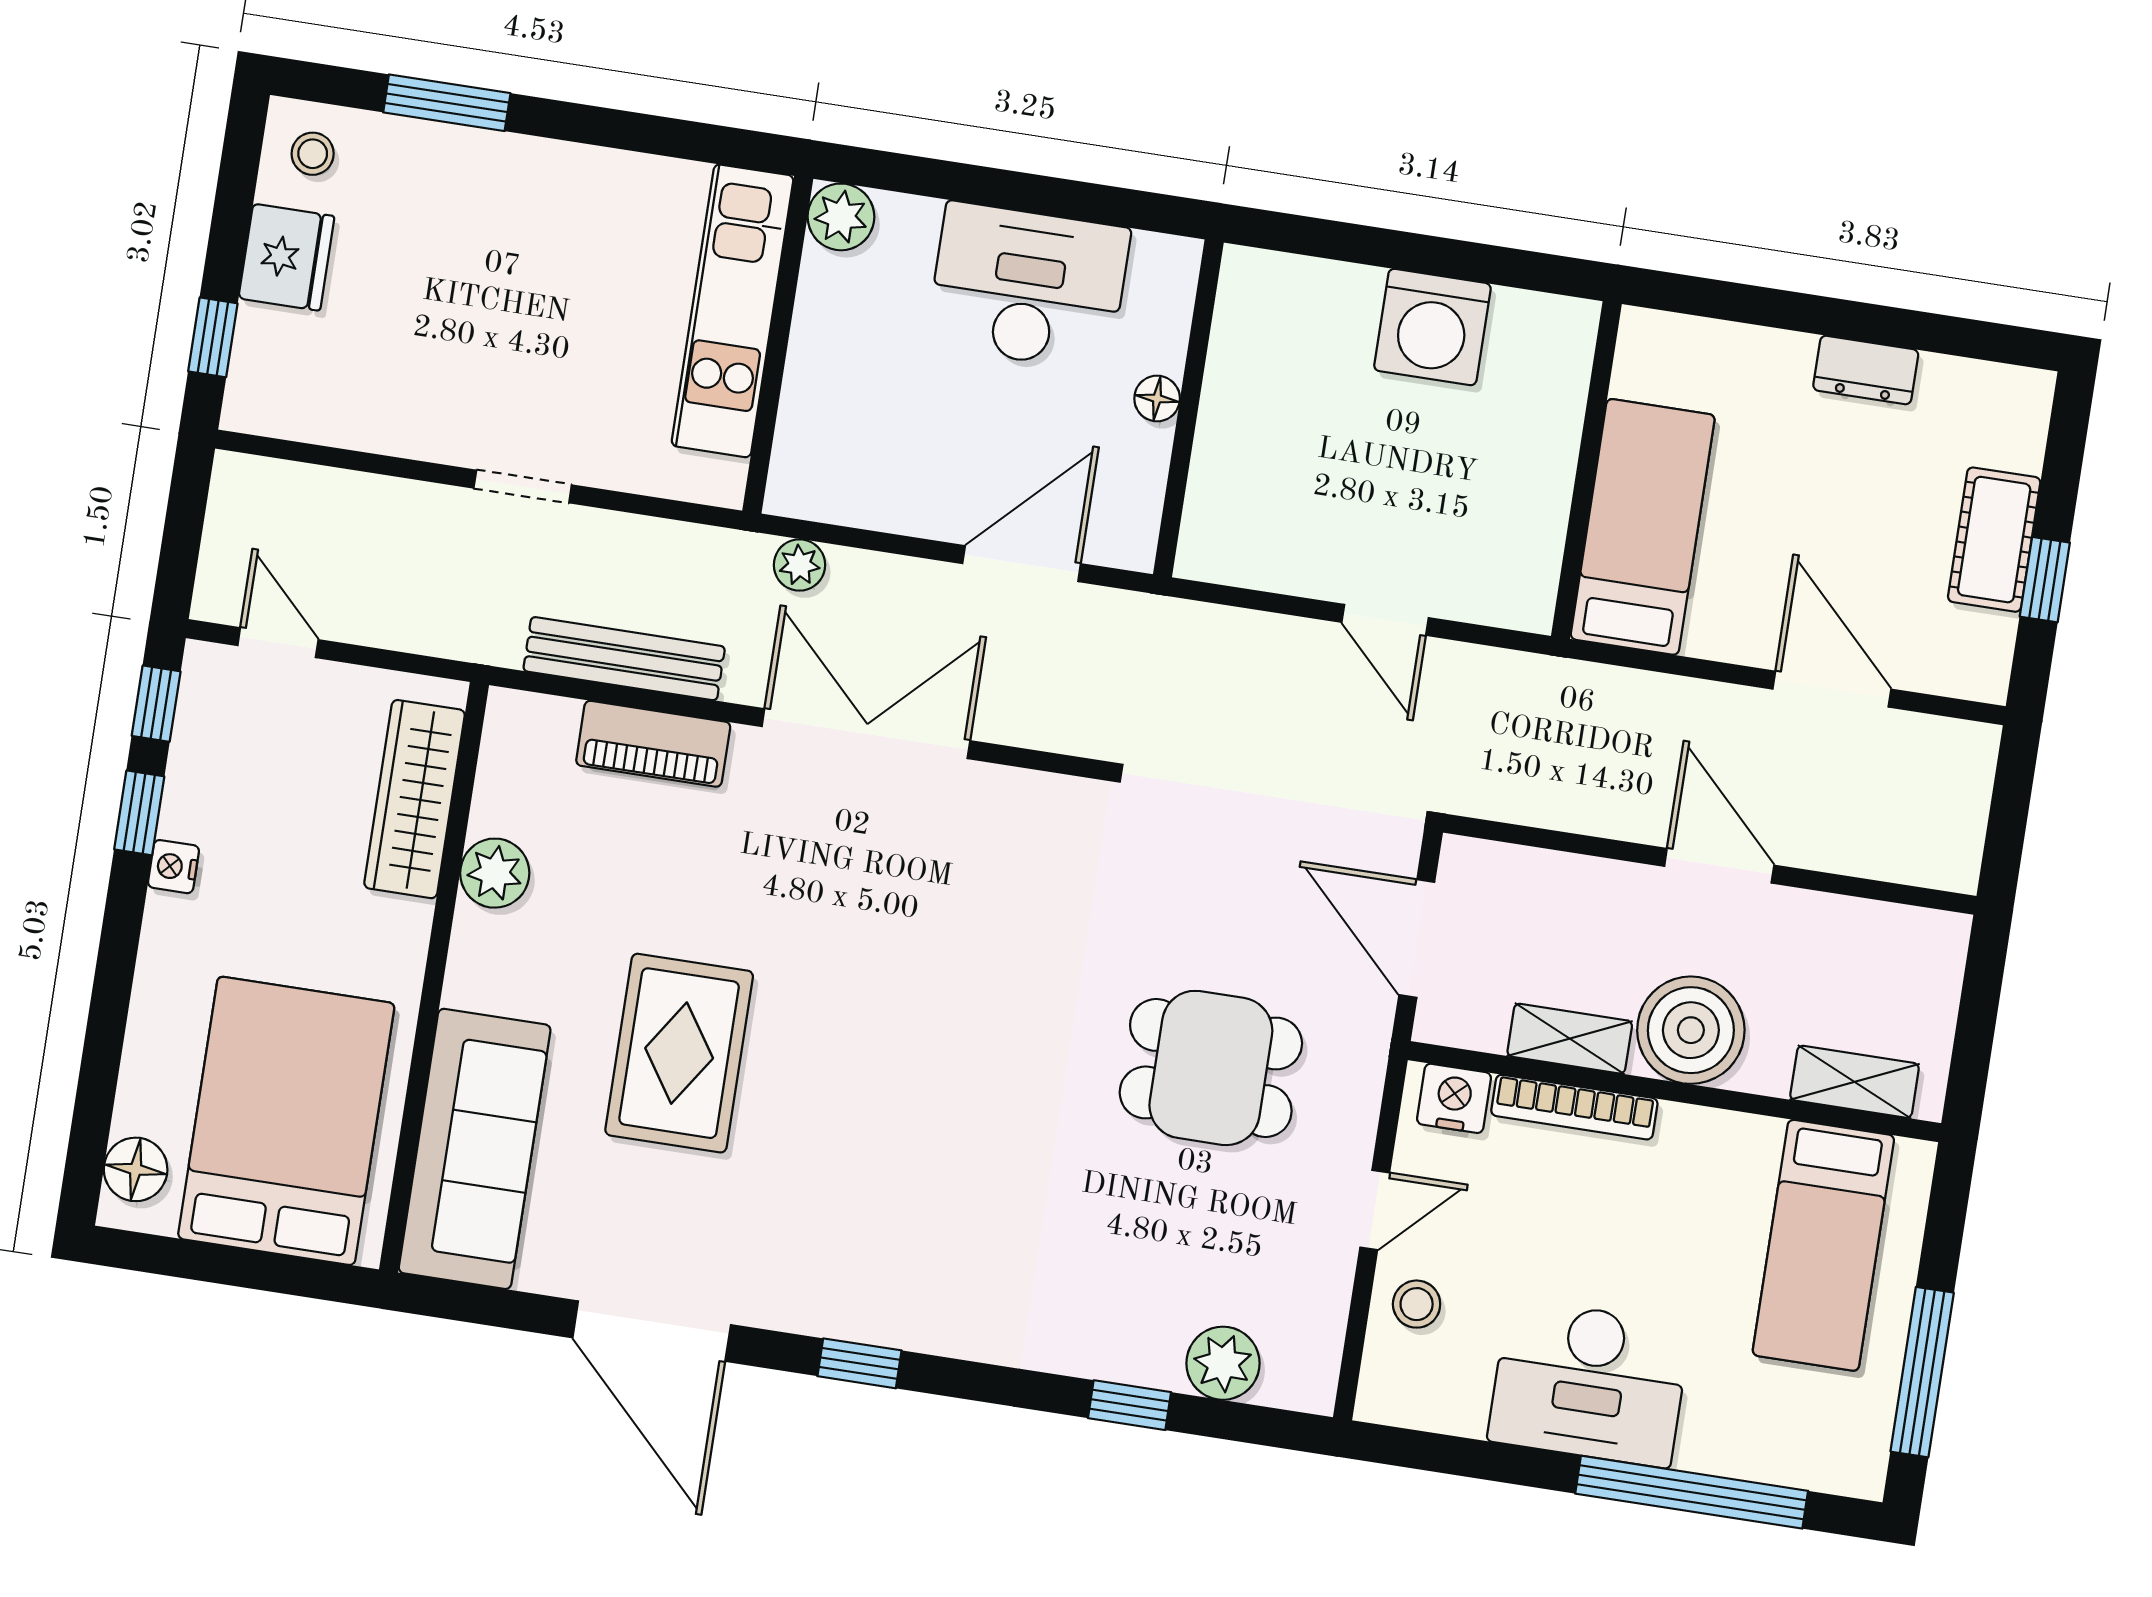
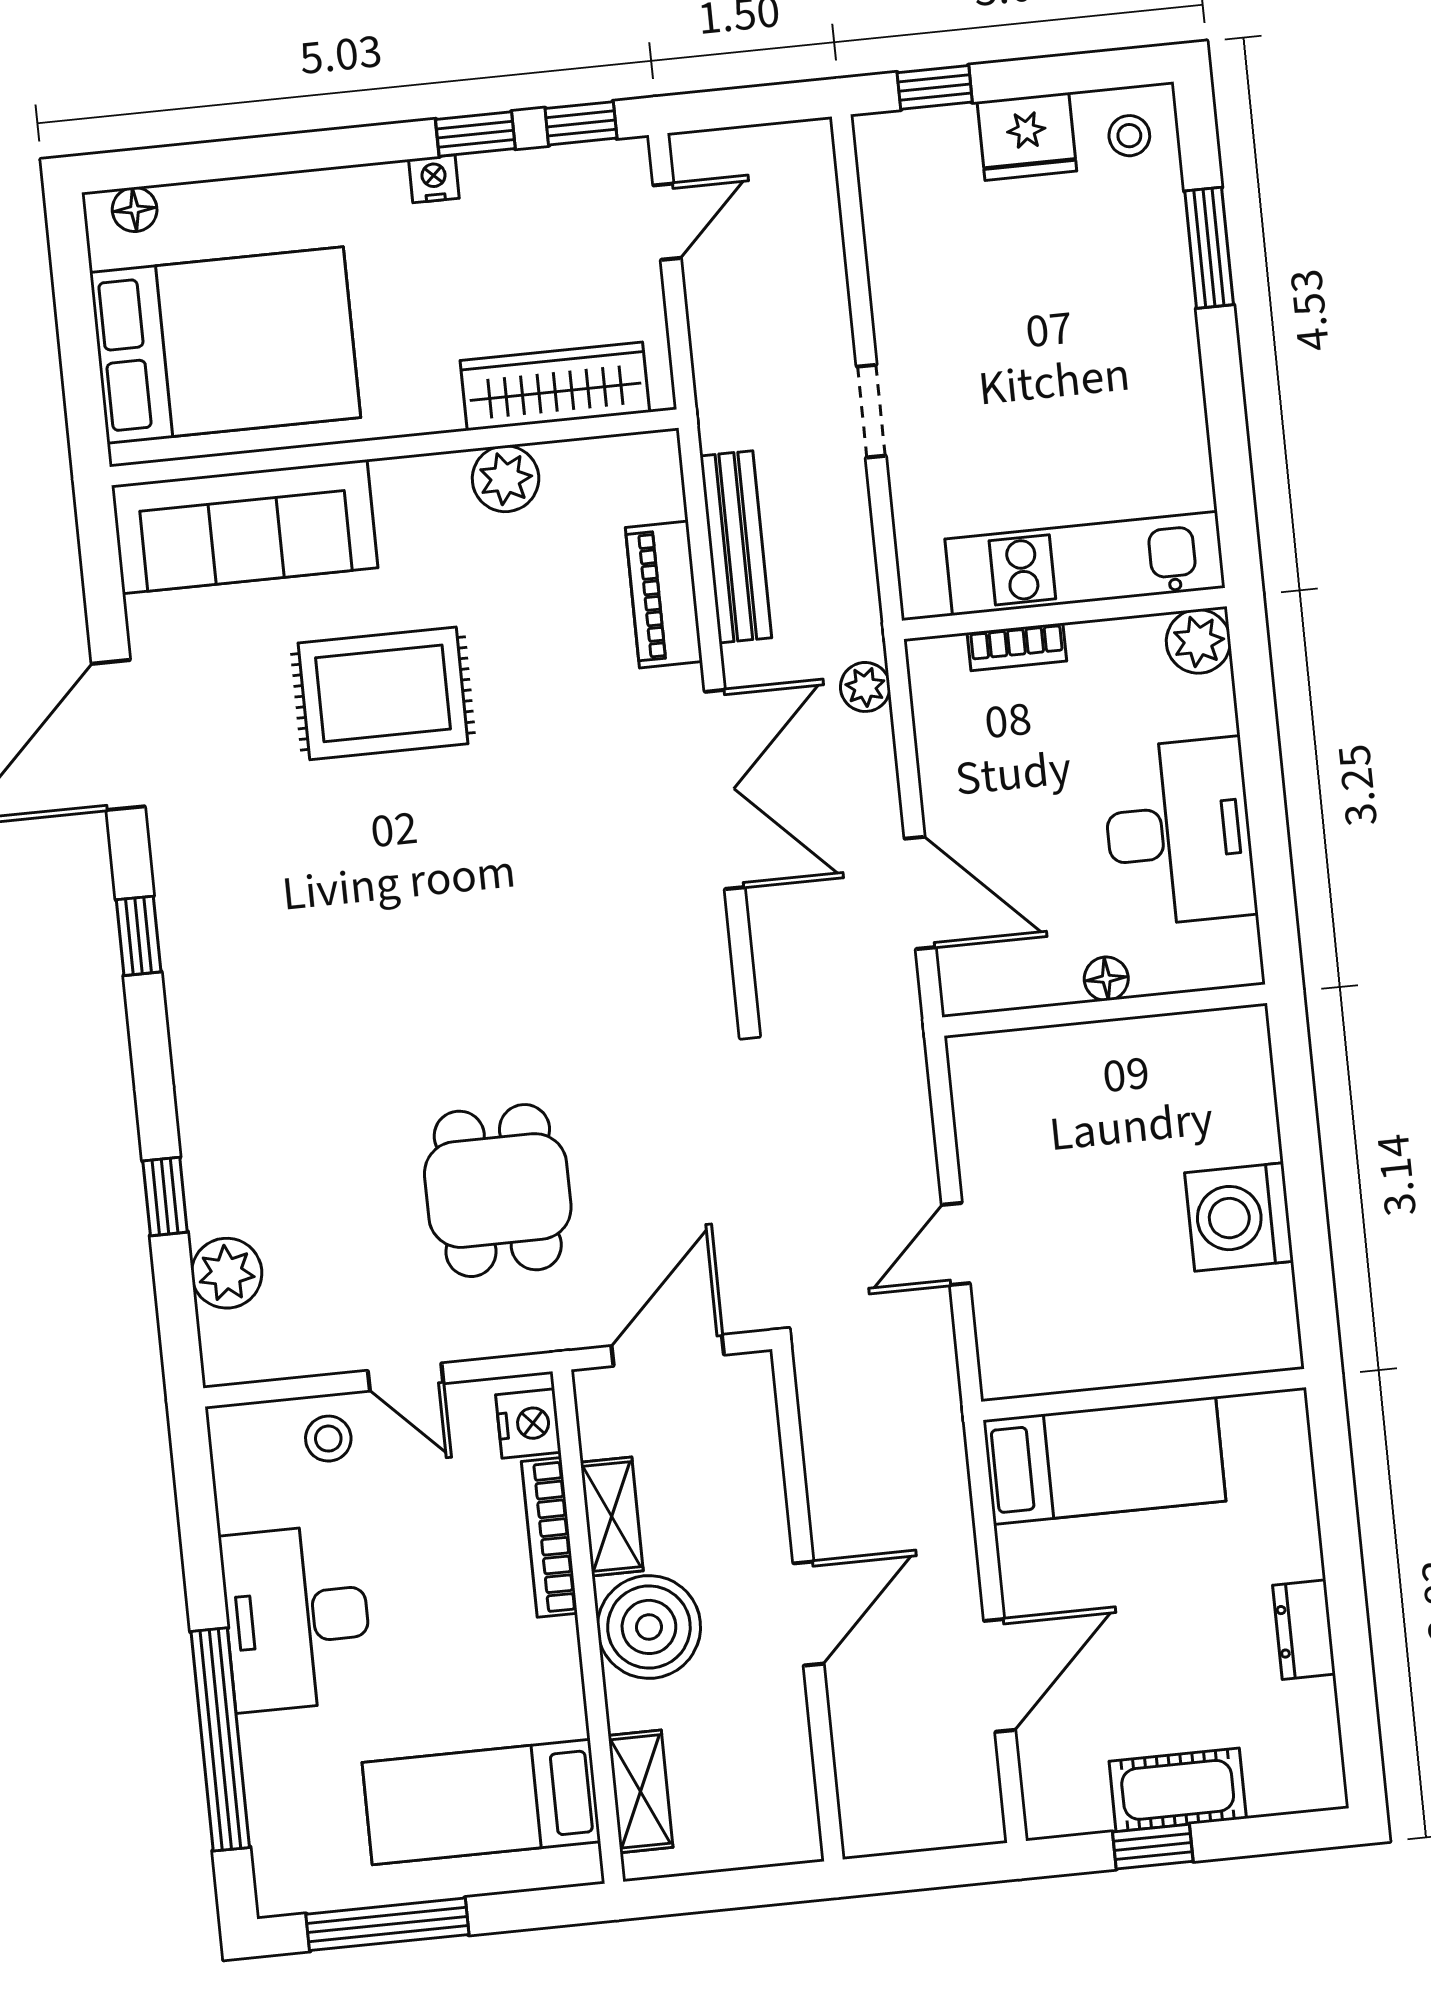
bookcase: (799, 401) -> (1017, 647), added
floor lamp: (136, 1169) -> (135, 209), width x0.73, depth x0.73

